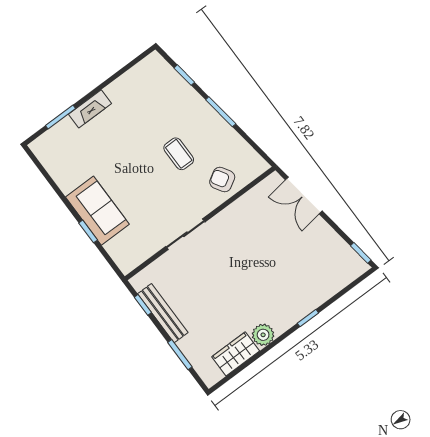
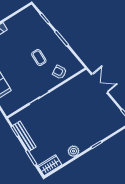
double door: (304, 195) -> (99, 83), swing flipped
wardrobe: (236, 354) -> (50, 165), moved

